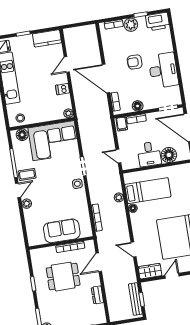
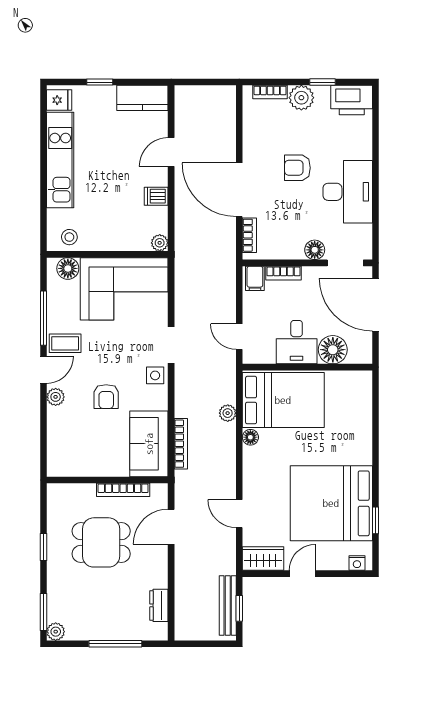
floor lamp: (138, 106) -> (315, 250), moved
bed: (148, 191) -> (283, 400), width x1.50
armchair: (53, 199) -> (106, 397), added
sofa: (62, 231) -> (149, 444), moved, turned -90
dresser: (97, 295) -> (159, 605), moved

